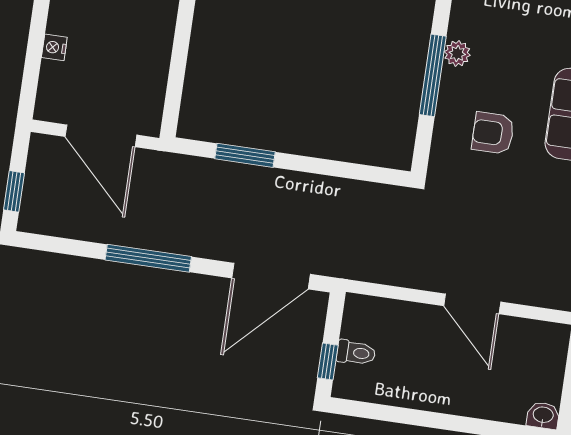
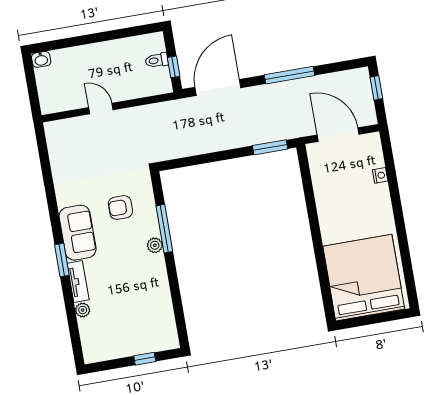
armchair: (493, 133) -> (120, 207), turned 180
window: (245, 155) -> (270, 147), moved
door: (472, 304) -> (101, 109), width x0.73
window: (328, 361) -> (174, 67), moved

